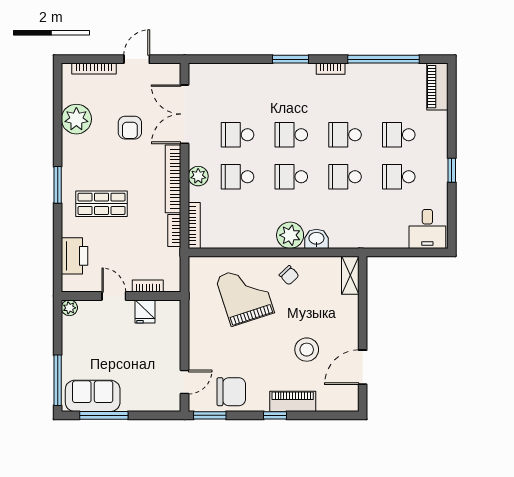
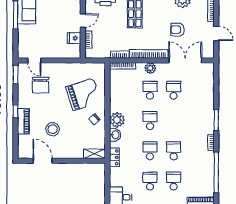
school desk: (291, 135) -> (174, 121), removed
locker: (357, 240) -> (114, 157), added
chair: (231, 392) -> (41, 85), moved

